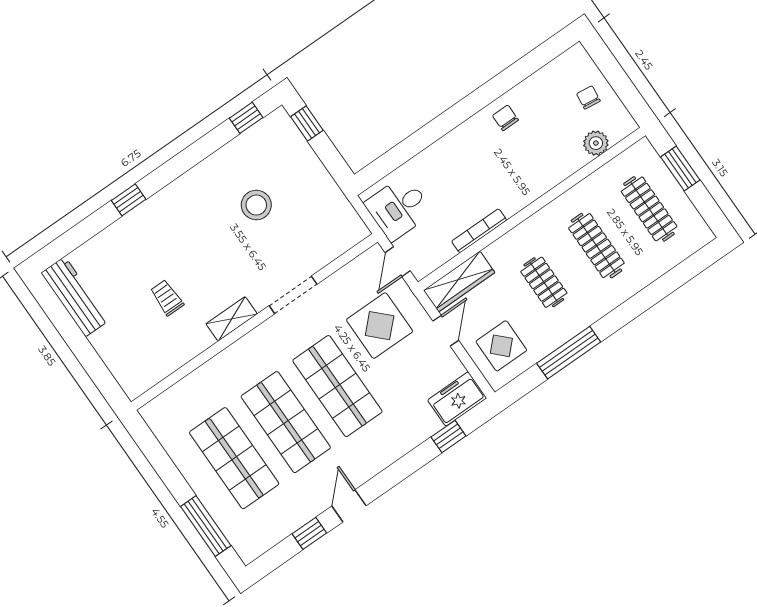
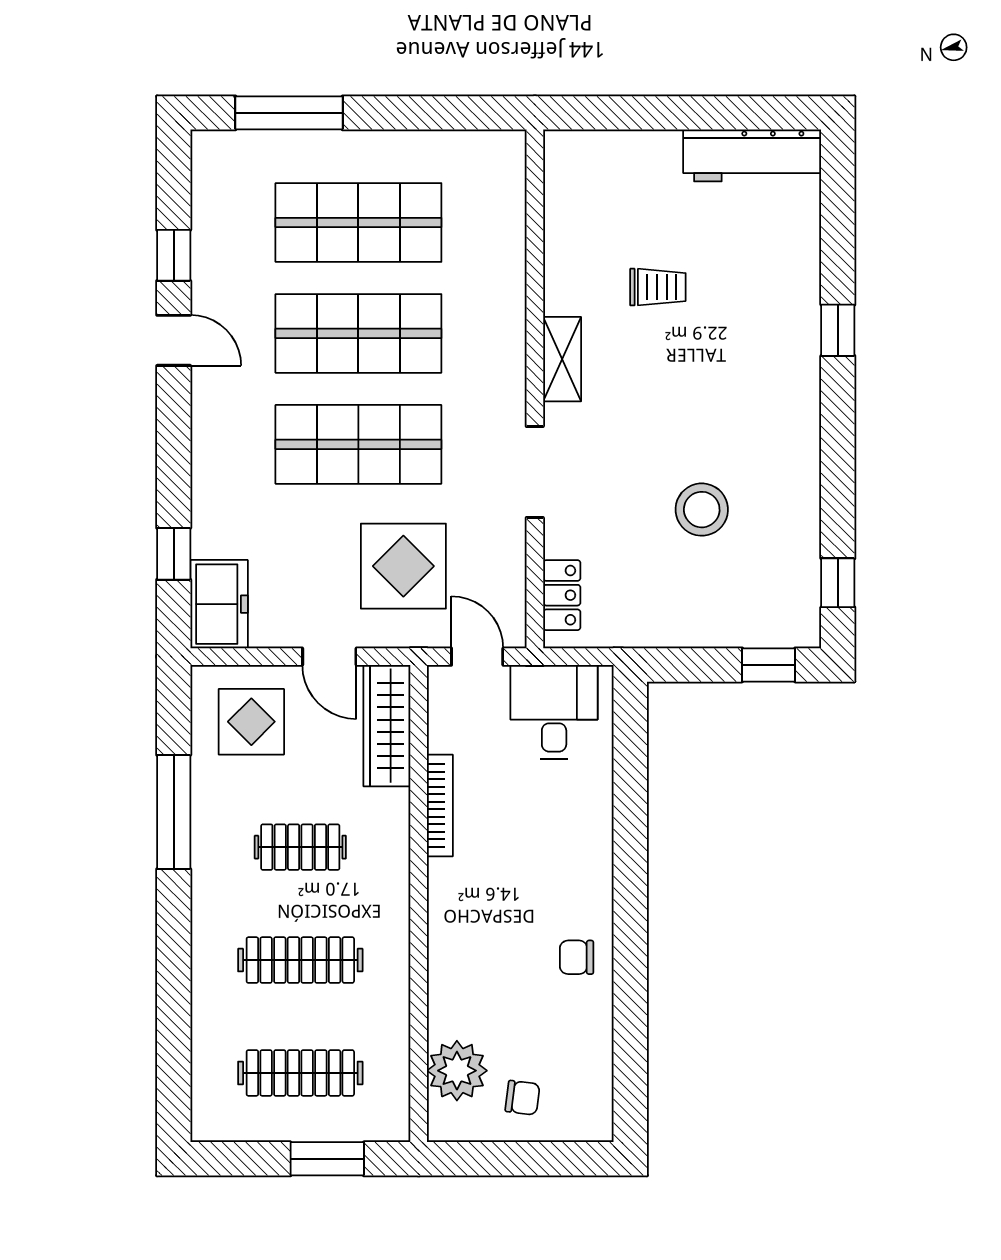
chair: (505, 118) -> (577, 957), turned 180
plant: (596, 143) -> (457, 1071), width x1.36, depth x1.36
locker: (342, 242) -> (562, 595), added

